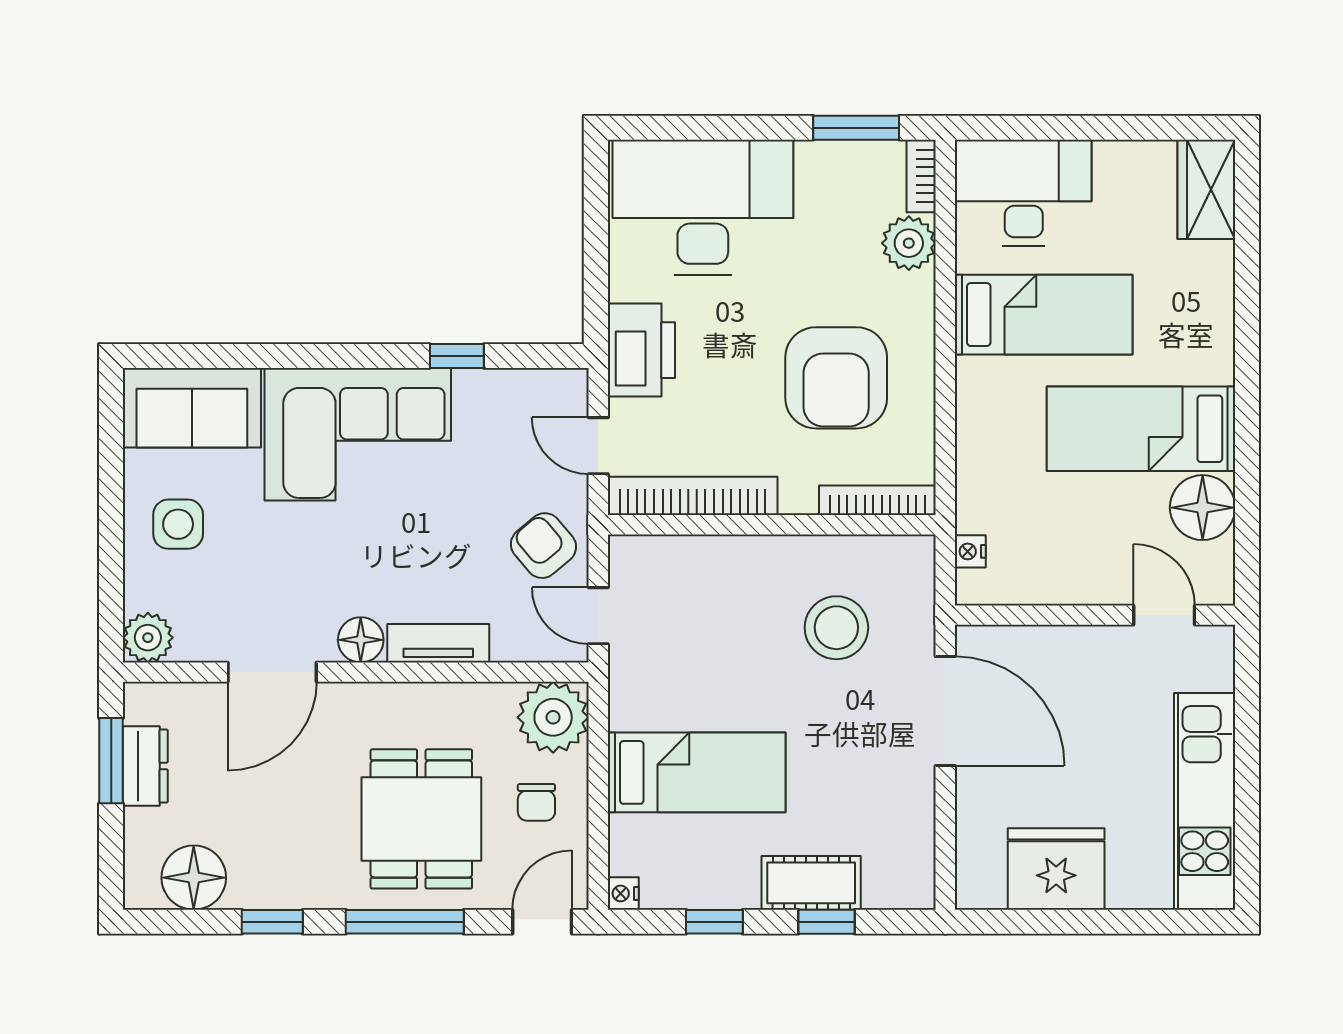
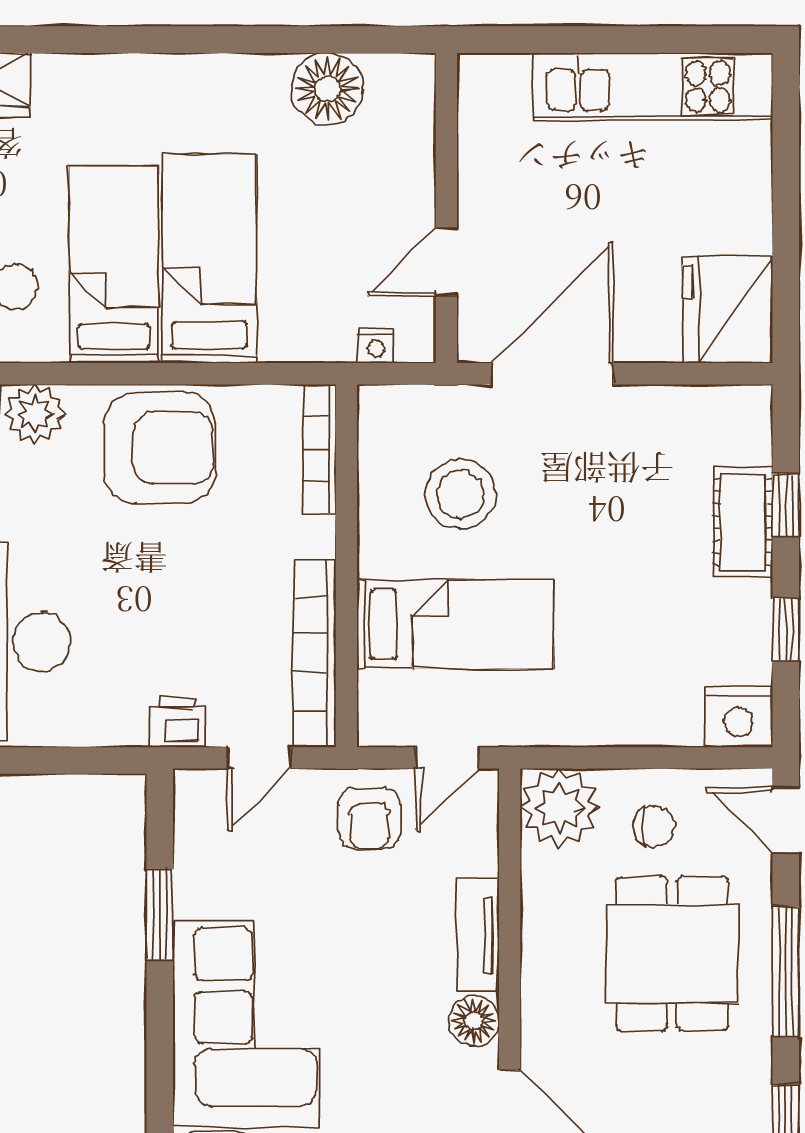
printer: (641, 350) -> (177, 722), width x0.53, depth x0.68
window: (457, 356) -> (160, 914), width x1.50
armchair: (836, 378) -> (160, 448), moved
bed: (1141, 429) -> (209, 259), moved, turned 180
armchair: (543, 546) -> (369, 818), turned -50
door: (1164, 615) -> (446, 262), moved
bed: (697, 772) -> (455, 624), moved, turned 90
dining table: (421, 819) -> (672, 954), turned 90
fridge: (1056, 869) -> (727, 310), moved
nightstand: (623, 893) -> (739, 717), width x1.89, depth x1.79

